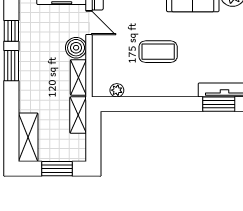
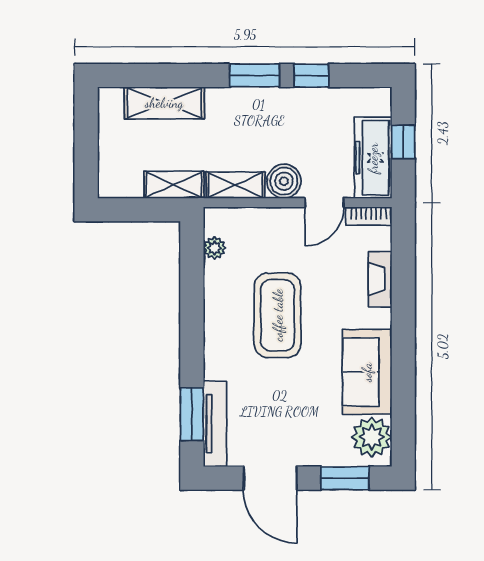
coffee table: (158, 52) -> (278, 315), width x1.36, depth x1.32
shelving: (28, 137) -> (164, 103), moved
window: (57, 169) -> (86, 150), removed

